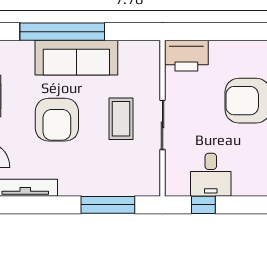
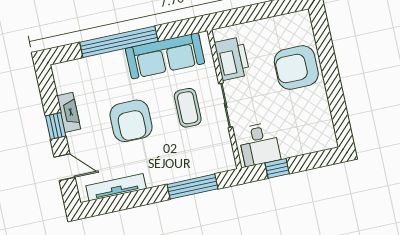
printer: (186, 56) -> (232, 59), moved, turned -90
sofa: (76, 58) -> (165, 56), moved
desk: (211, 175) -> (259, 144), moved

